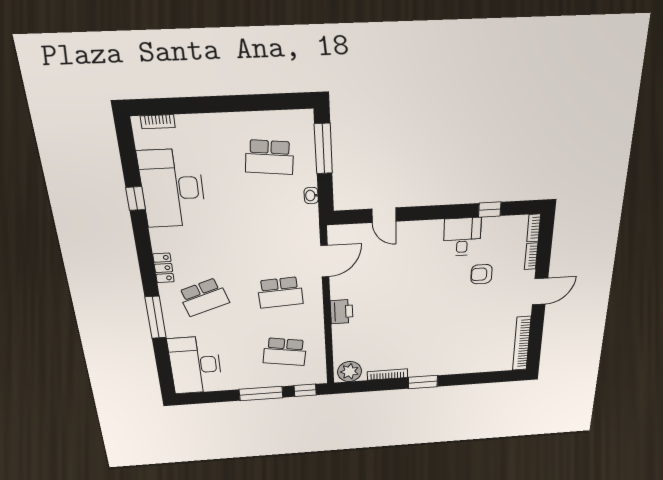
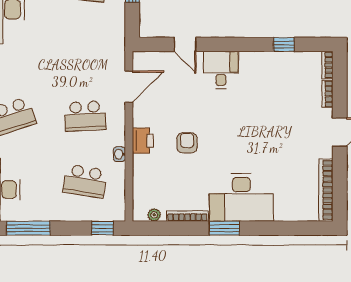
washbasin: (311, 196) -> (119, 154), moved
desk: (462, 237) -> (221, 70), moved
armchair: (481, 274) -> (187, 143), moved, turned 89
desk: (440, 355) -> (241, 197), added
plant: (350, 372) -> (154, 215), width x0.53, depth x0.53
window: (261, 393) -> (28, 228), moved

